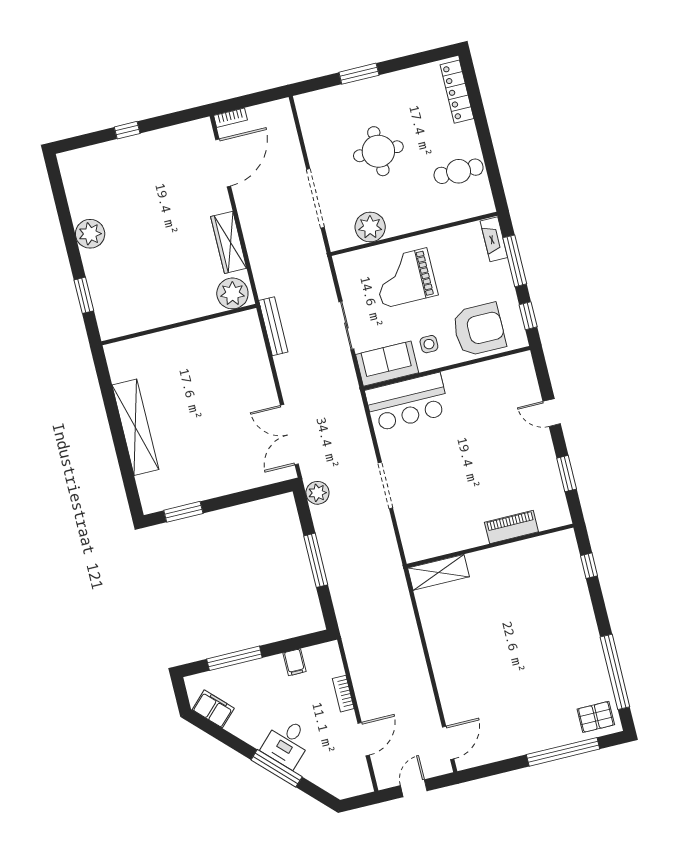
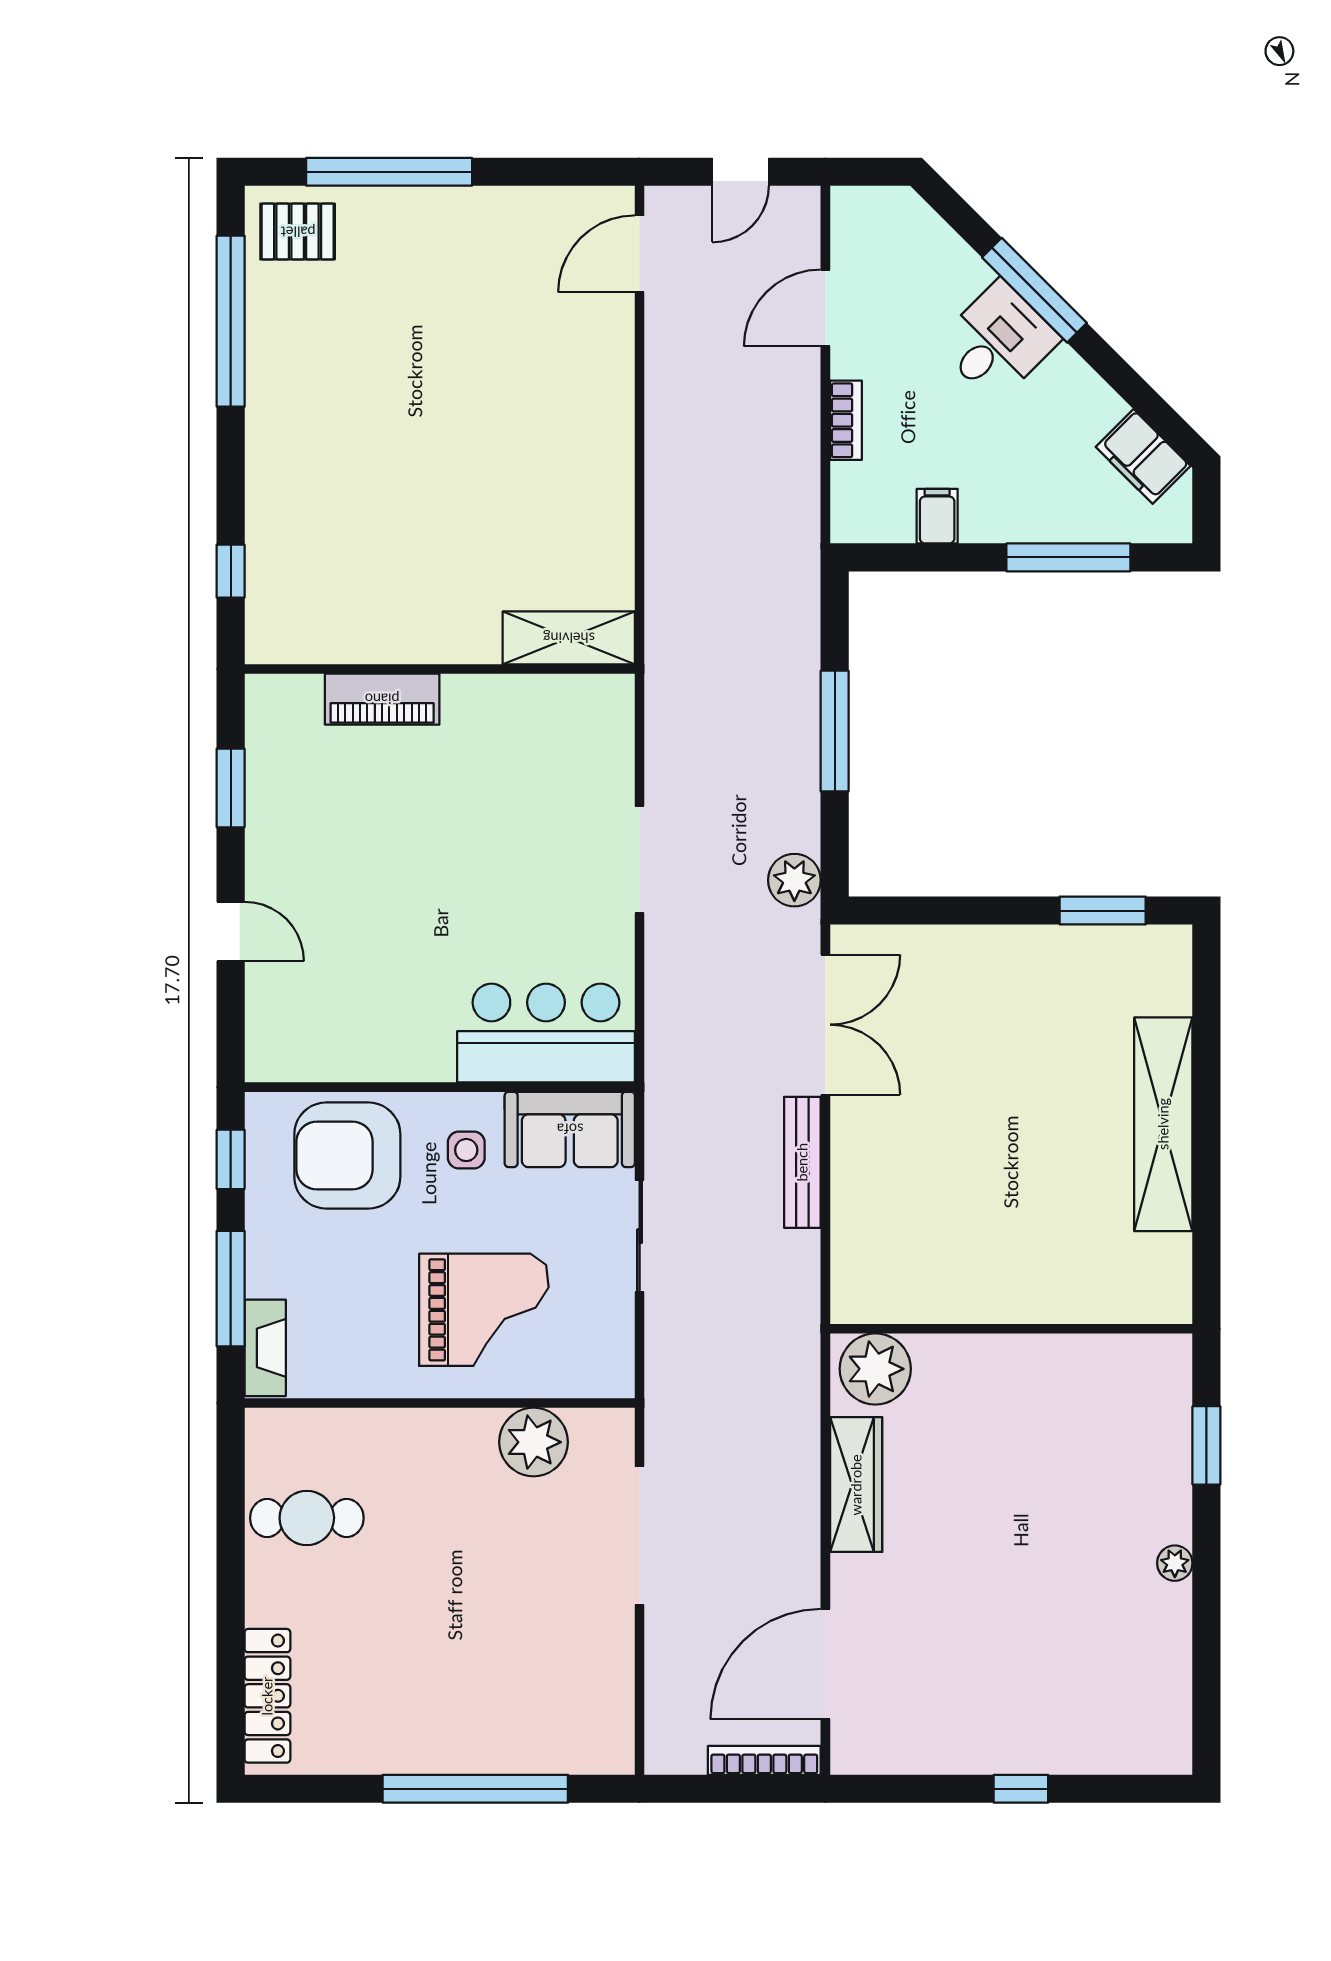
window: (359, 74) -> (475, 1789), width x2.11
bookcase: (230, 118) -> (764, 1760), width x1.56
round table: (378, 151) -> (474, 1606), removed
plant: (90, 234) -> (1175, 1563), width x0.53, depth x0.53
bench: (273, 326) -> (802, 1162), moved

